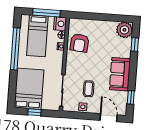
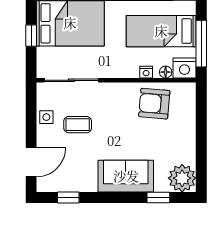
sofa: (120, 74) -> (126, 176), moved

